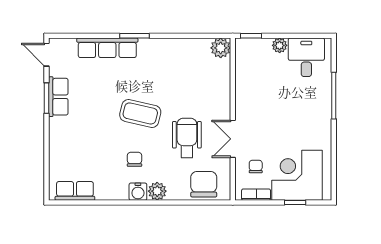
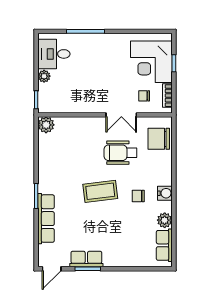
coffee table: (140, 113) -> (100, 191), turned 70
plant: (157, 191) -> (165, 220), moved

